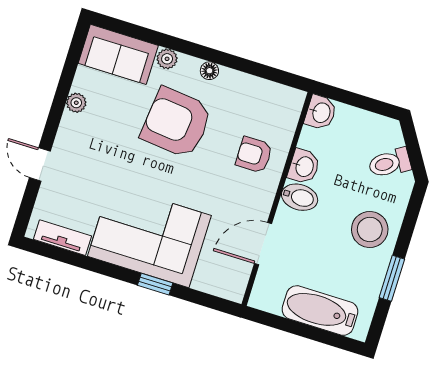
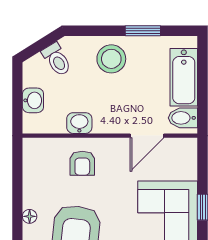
washbasin: (321, 112) -> (33, 100), moved, turned 90
bidet: (300, 197) -> (183, 118), moved, turned -90
door: (263, 244) -> (147, 136), hinge flipped

